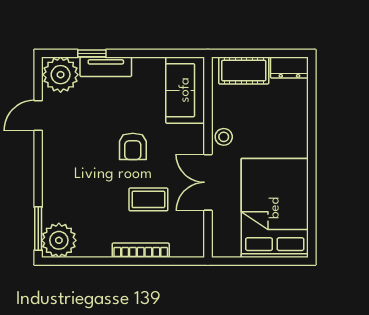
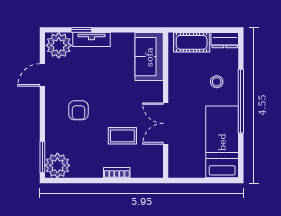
stool: (224, 137) -> (217, 82), moved
armchair: (133, 146) -> (78, 110), moved
window: (312, 152) -> (241, 101), added
bed: (275, 208) -> (222, 142), width x0.67
bookcase: (141, 250) -> (117, 173), width x0.64

